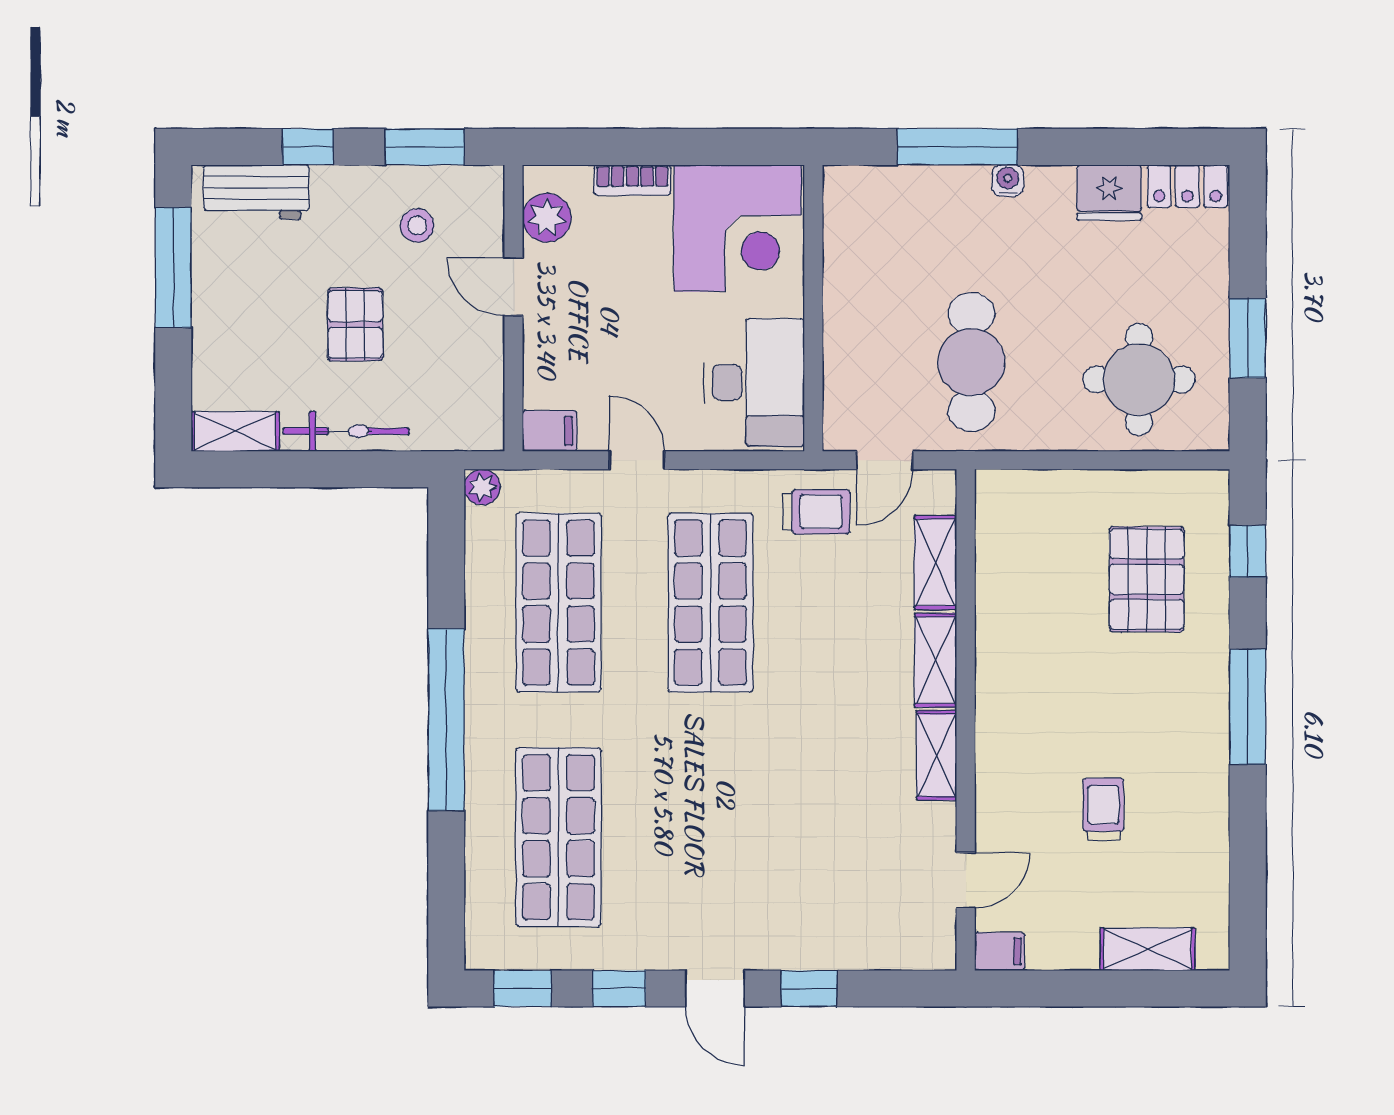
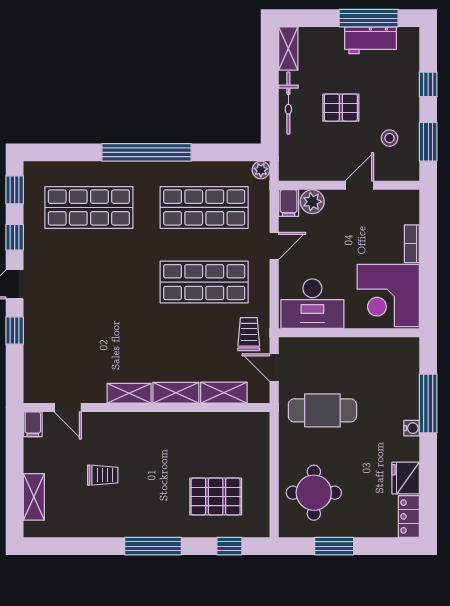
workbench: (256, 192) -> (371, 40), moved, turned -90
plant: (547, 218) -> (312, 202), moved
trolley: (816, 512) -> (249, 334), turned 180

